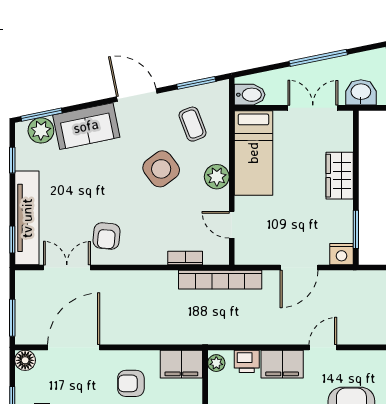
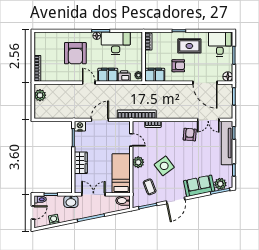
door: (137, 95) -> (176, 200), hinge flipped
double door: (313, 108) -> (93, 194), swing flipped
door: (74, 347) -> (205, 83), hinge flipped
door: (323, 347) -> (89, 83), swing flipped

